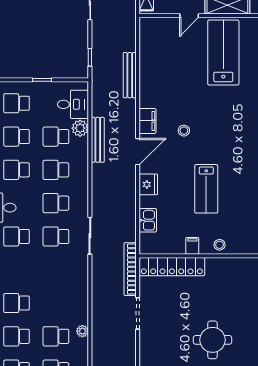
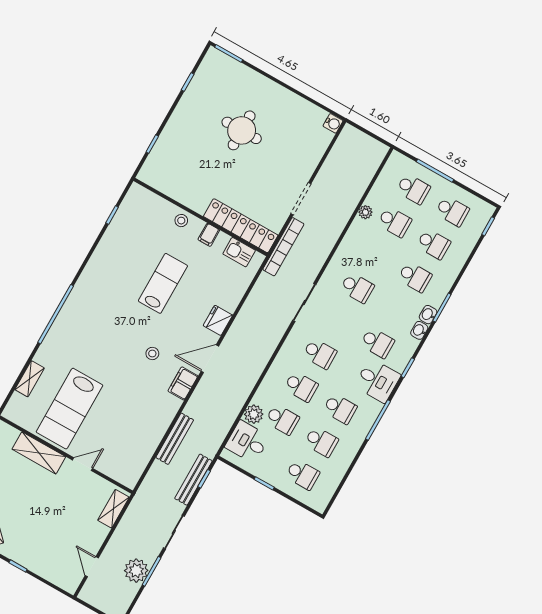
bench: (98, 140) -> (193, 480), moved
kitchen sink: (148, 220) -> (239, 252), moved, turned -90
school desk: (56, 236) -> (357, 288), moved

